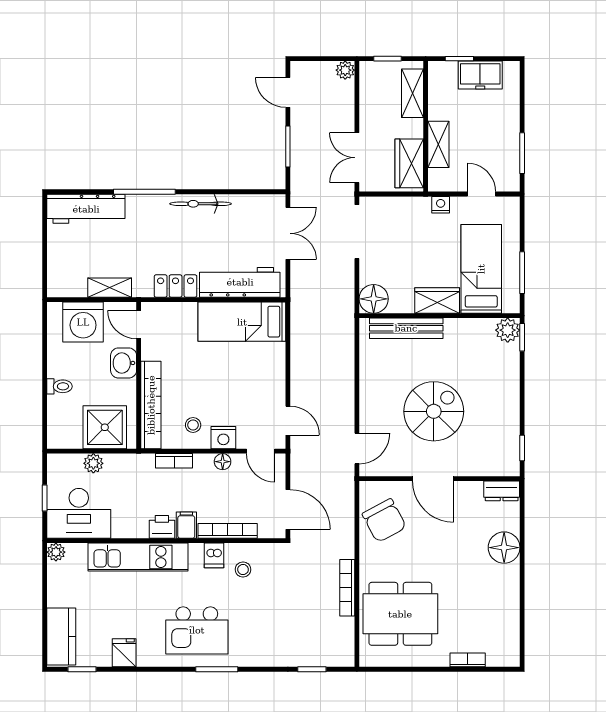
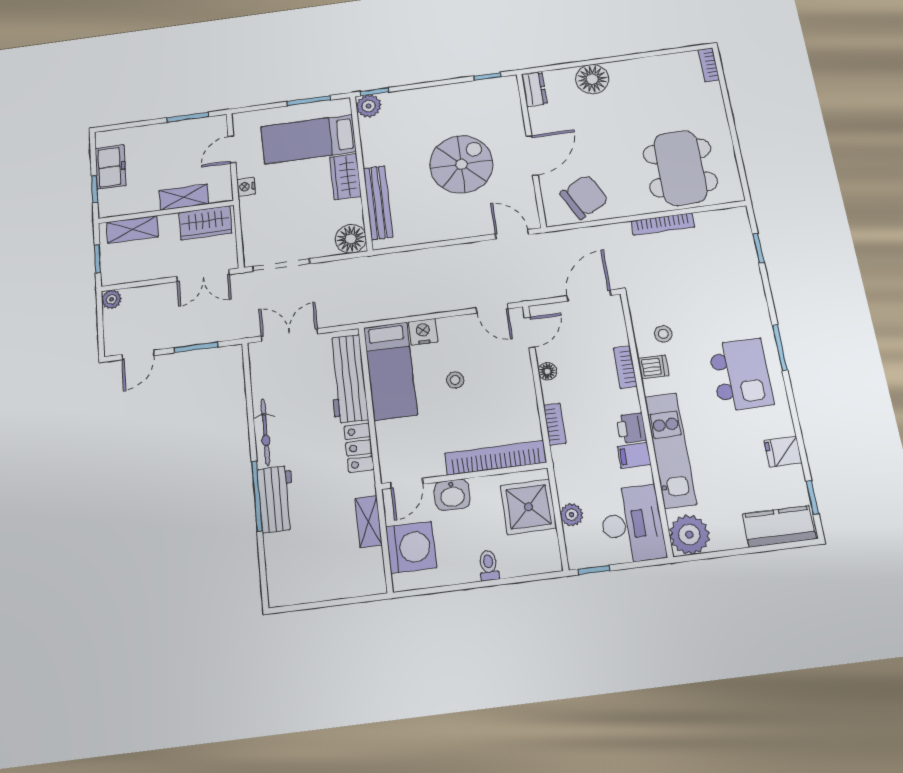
workbench: (86, 209) -> (276, 499), moved, width x0.73
spiral stairs: (434, 411) -> (461, 164), turned 90
door: (288, 421) -> (492, 308), swing flipped
stool: (193, 425) -> (455, 380), moved
nightstand: (223, 438) -> (423, 332), moved, turned -90
window: (45, 498) -> (594, 570), moved
filing cabinet: (186, 525) -> (634, 455), moved
bookcase: (228, 531) -> (625, 367), width x0.64
plant: (56, 552) -> (689, 535), width x1.88, depth x1.88
bookcase: (468, 660) -> (709, 65), moved

